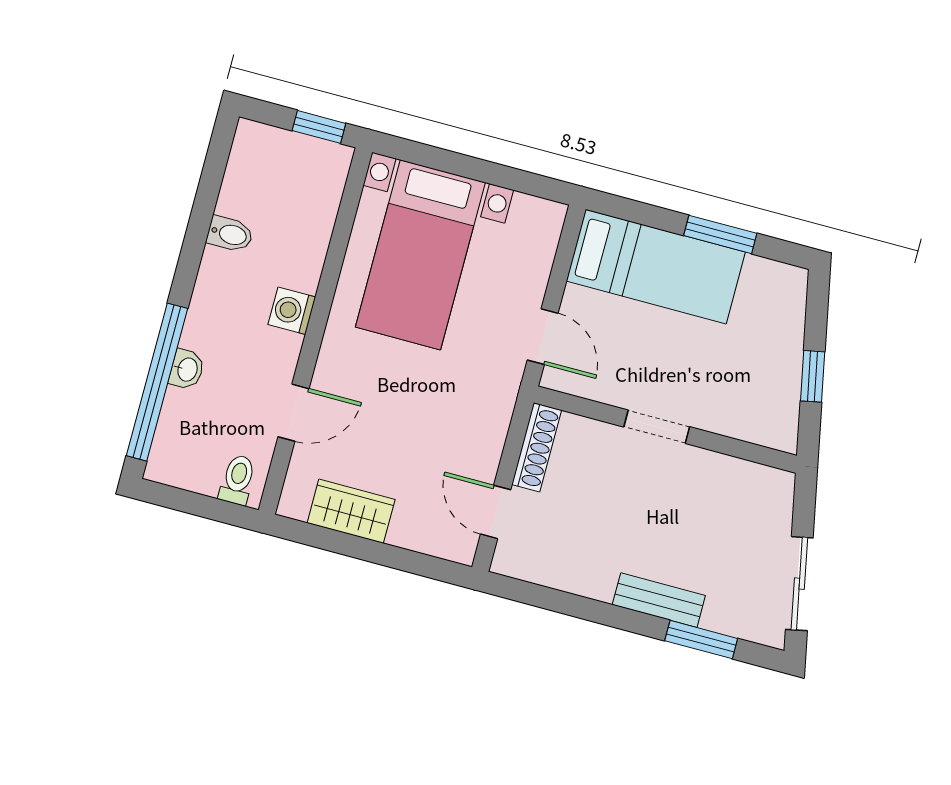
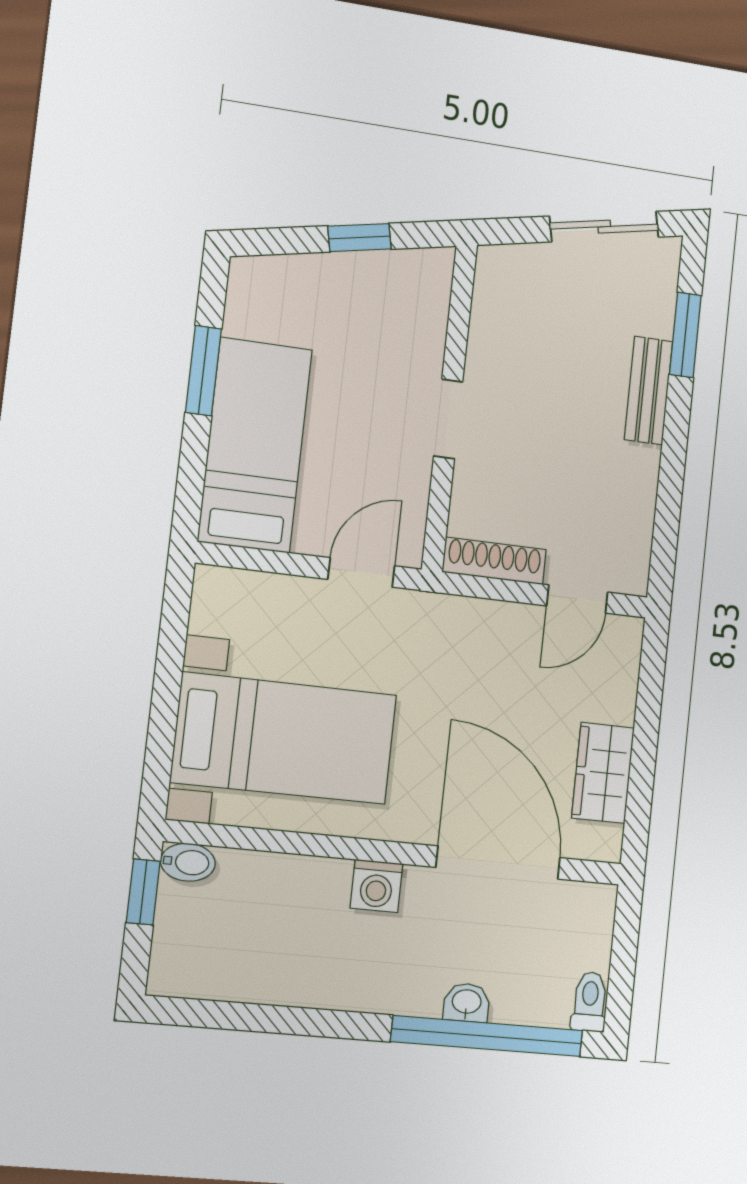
bidet: (230, 234) -> (188, 862), moved, turned 90
door: (293, 413) -> (498, 863), width x1.87
toilet: (237, 480) -> (590, 1002), moved, turned 90

